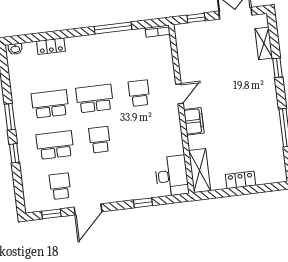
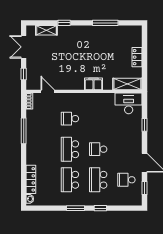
locker: (51, 46) -> (31, 179), width x1.53
door: (180, 94) -> (48, 91), moved

